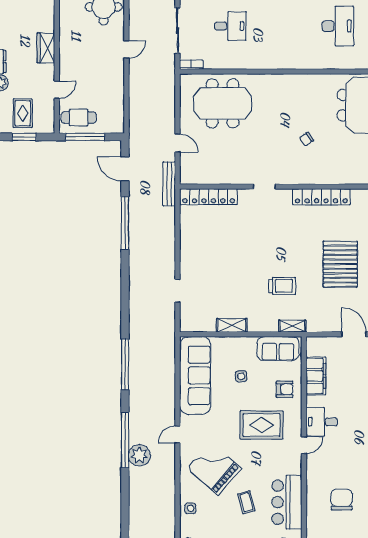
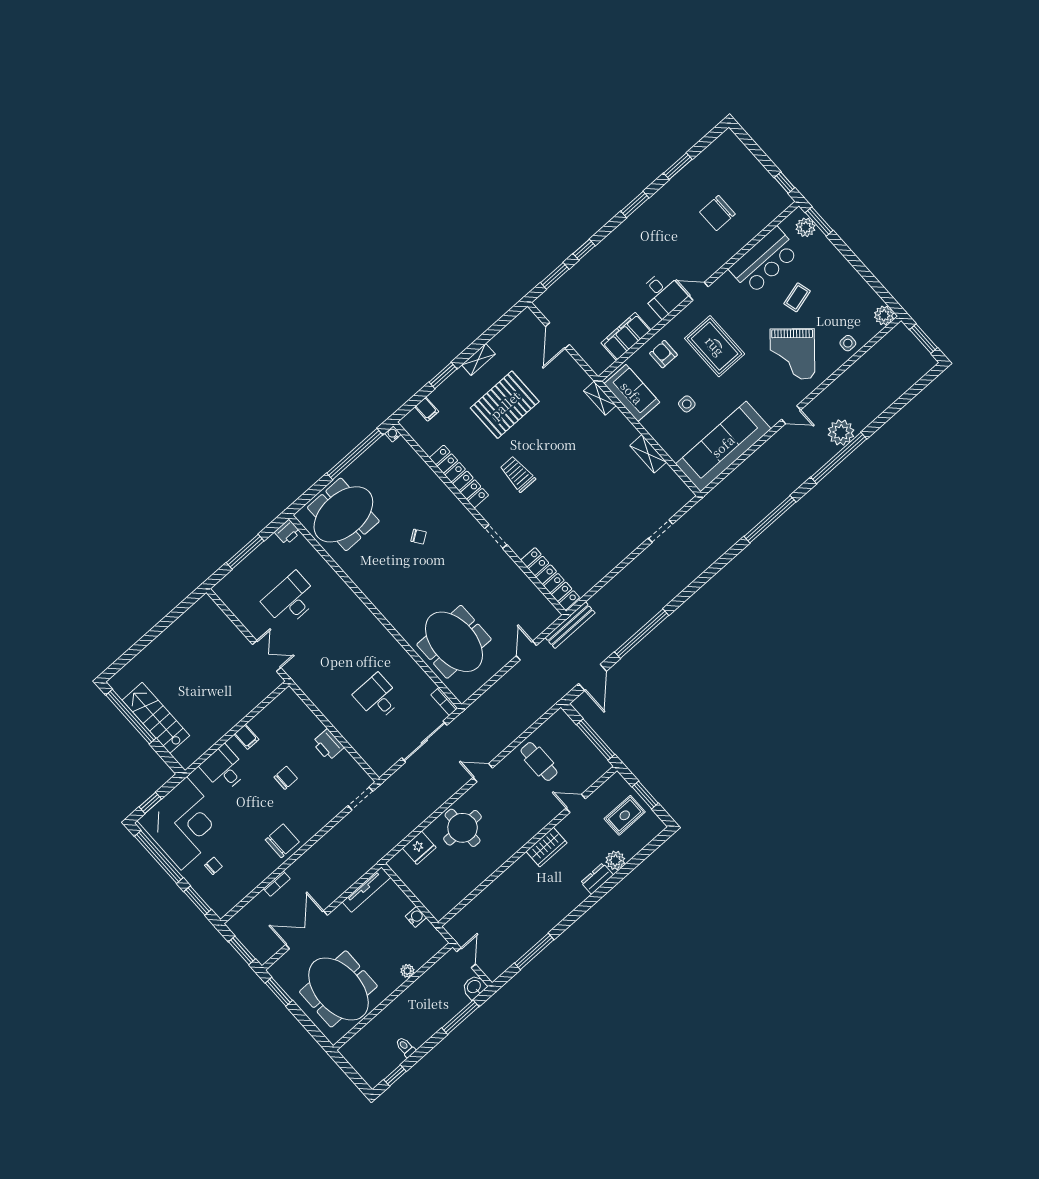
cafe table: (79, 118) -> (539, 762), moved
trolley: (282, 286) -> (518, 474), moved

